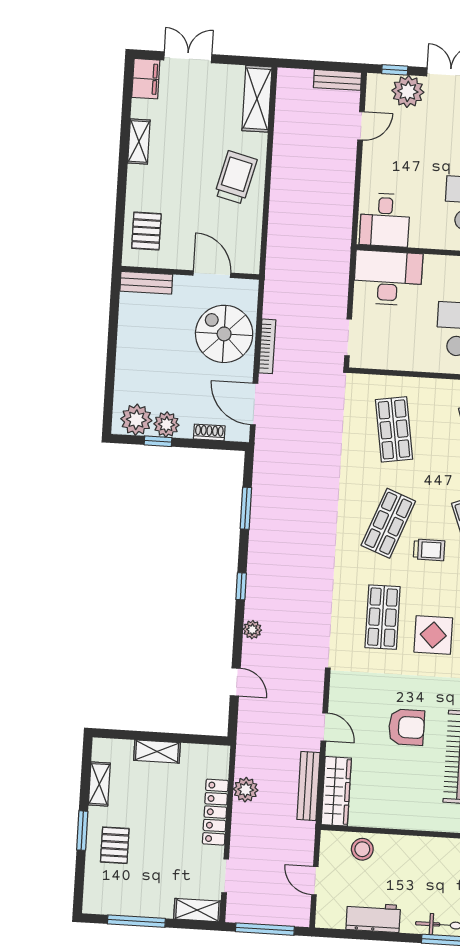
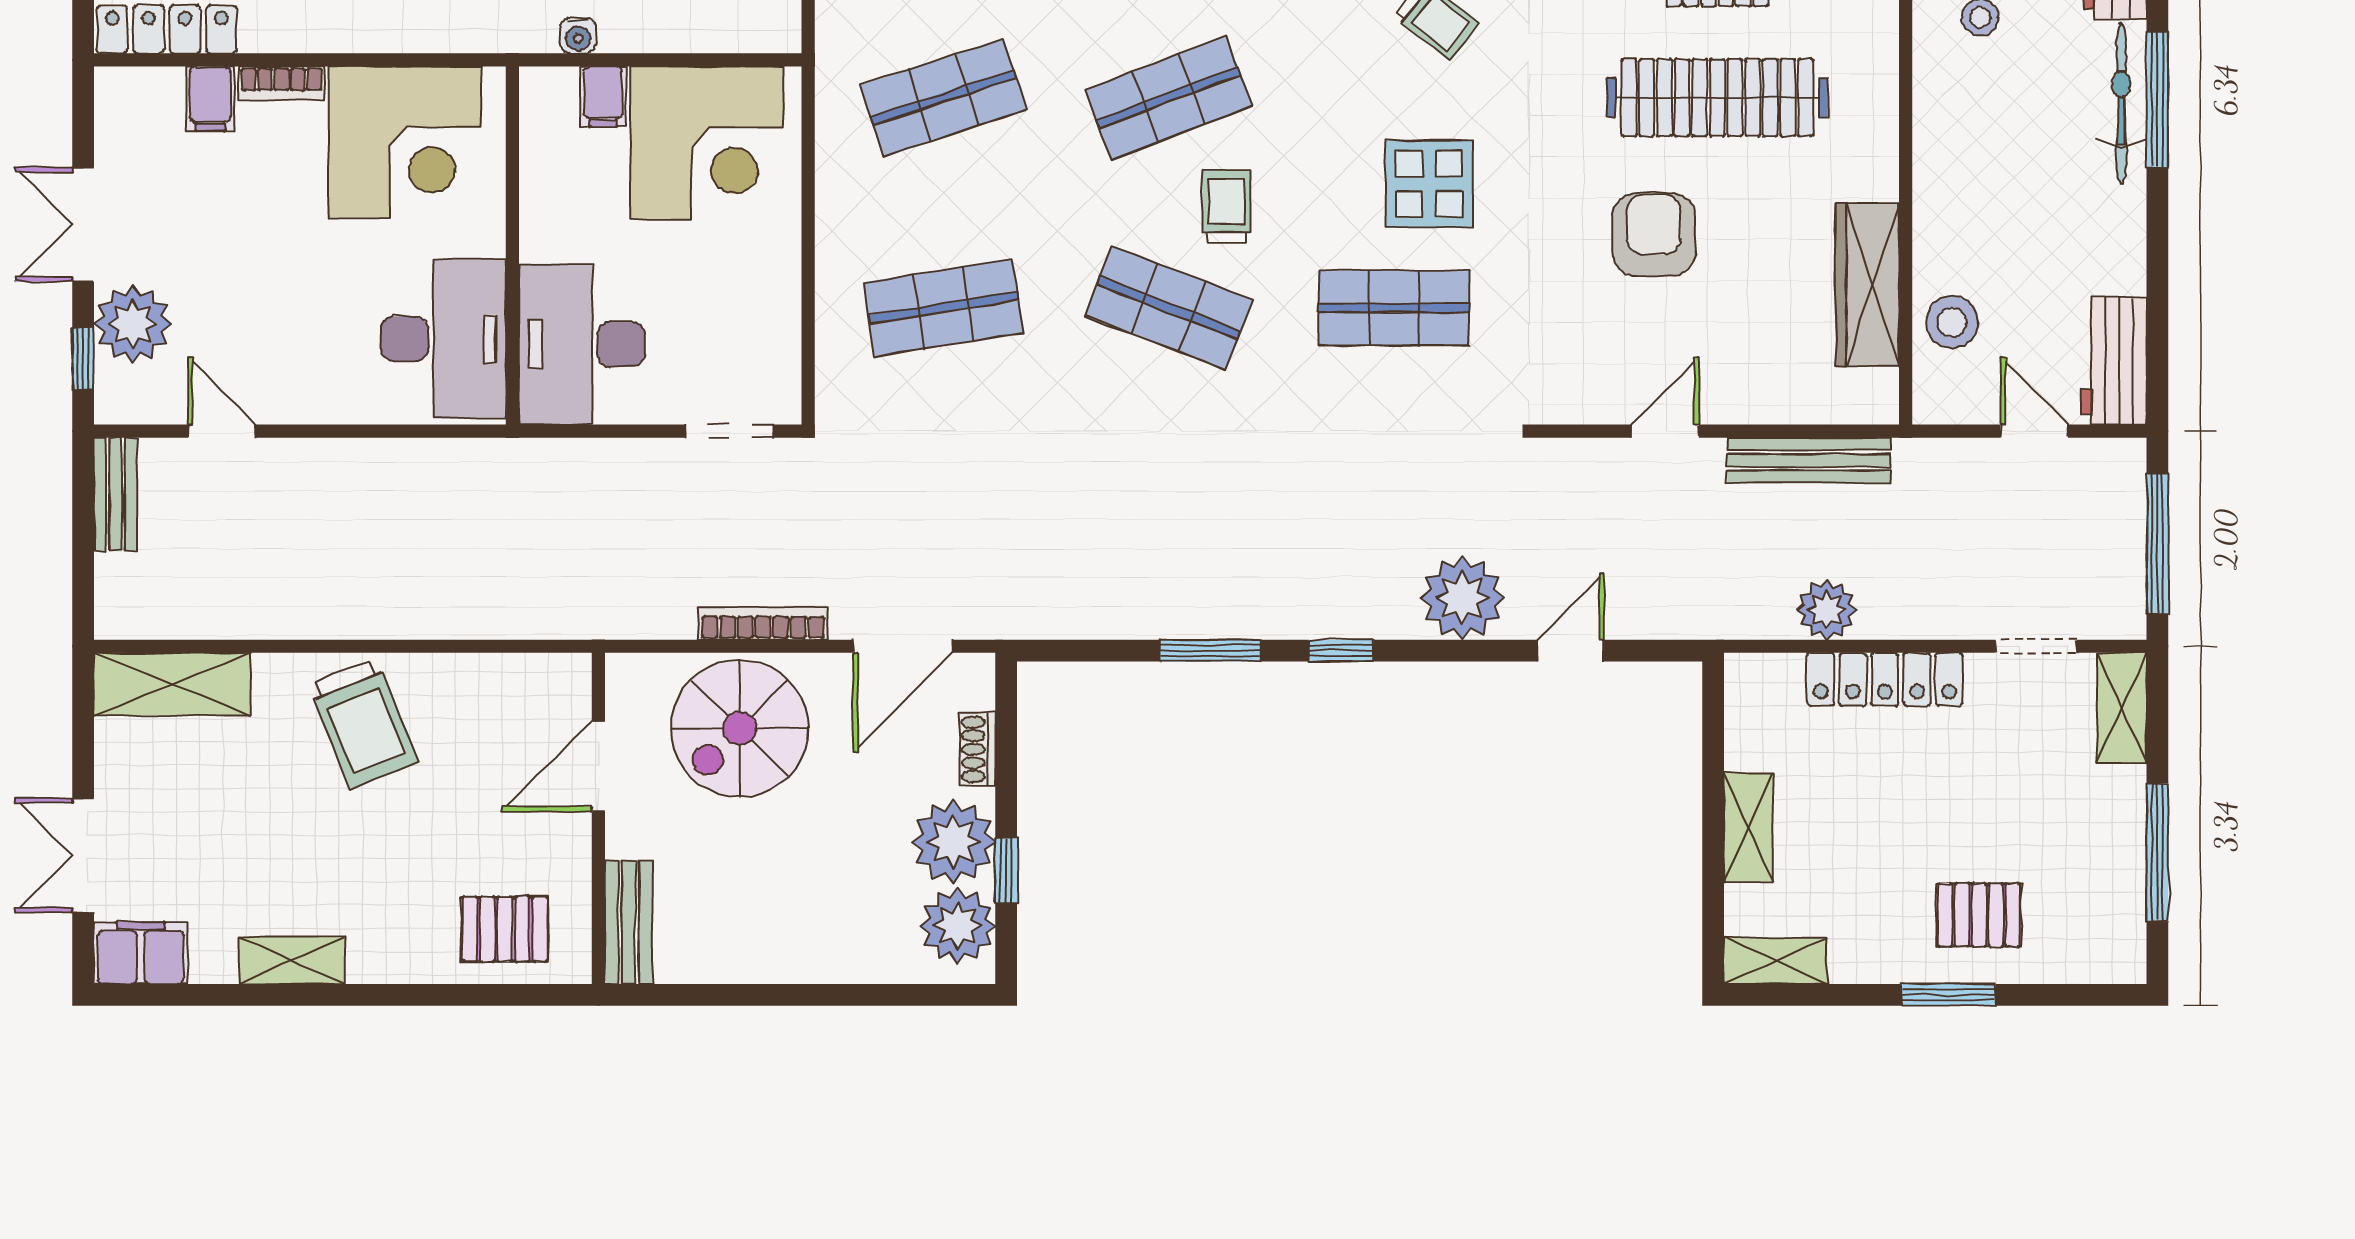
trolley: (236, 177) -> (363, 723), turned -126
desk: (385, 220) -> (443, 339), width x1.37
plant: (166, 424) -> (953, 842), width x1.36, depth x1.36
window: (246, 508) -> (1210, 651), moved
plant: (252, 630) -> (1462, 598), width x1.87, depth x1.87
shelving: (99, 784) -> (1775, 961), moved
wardrobe: (336, 791) -> (1868, 285), moved, turned -90
door: (315, 881) -> (2034, 431), swing flipped
workbench: (373, 917) -> (2114, 361), moved

